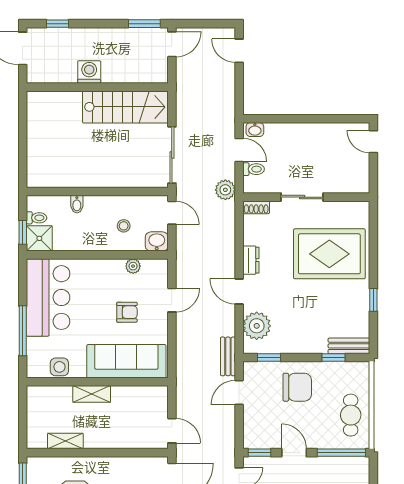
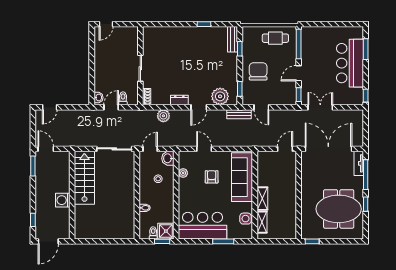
plant: (225, 190) -> (163, 116), moved
rug: (329, 254) -> (175, 51), removed
window: (23, 331) -> (223, 241), width x0.69
shelving: (65, 441) -> (262, 222), moved

